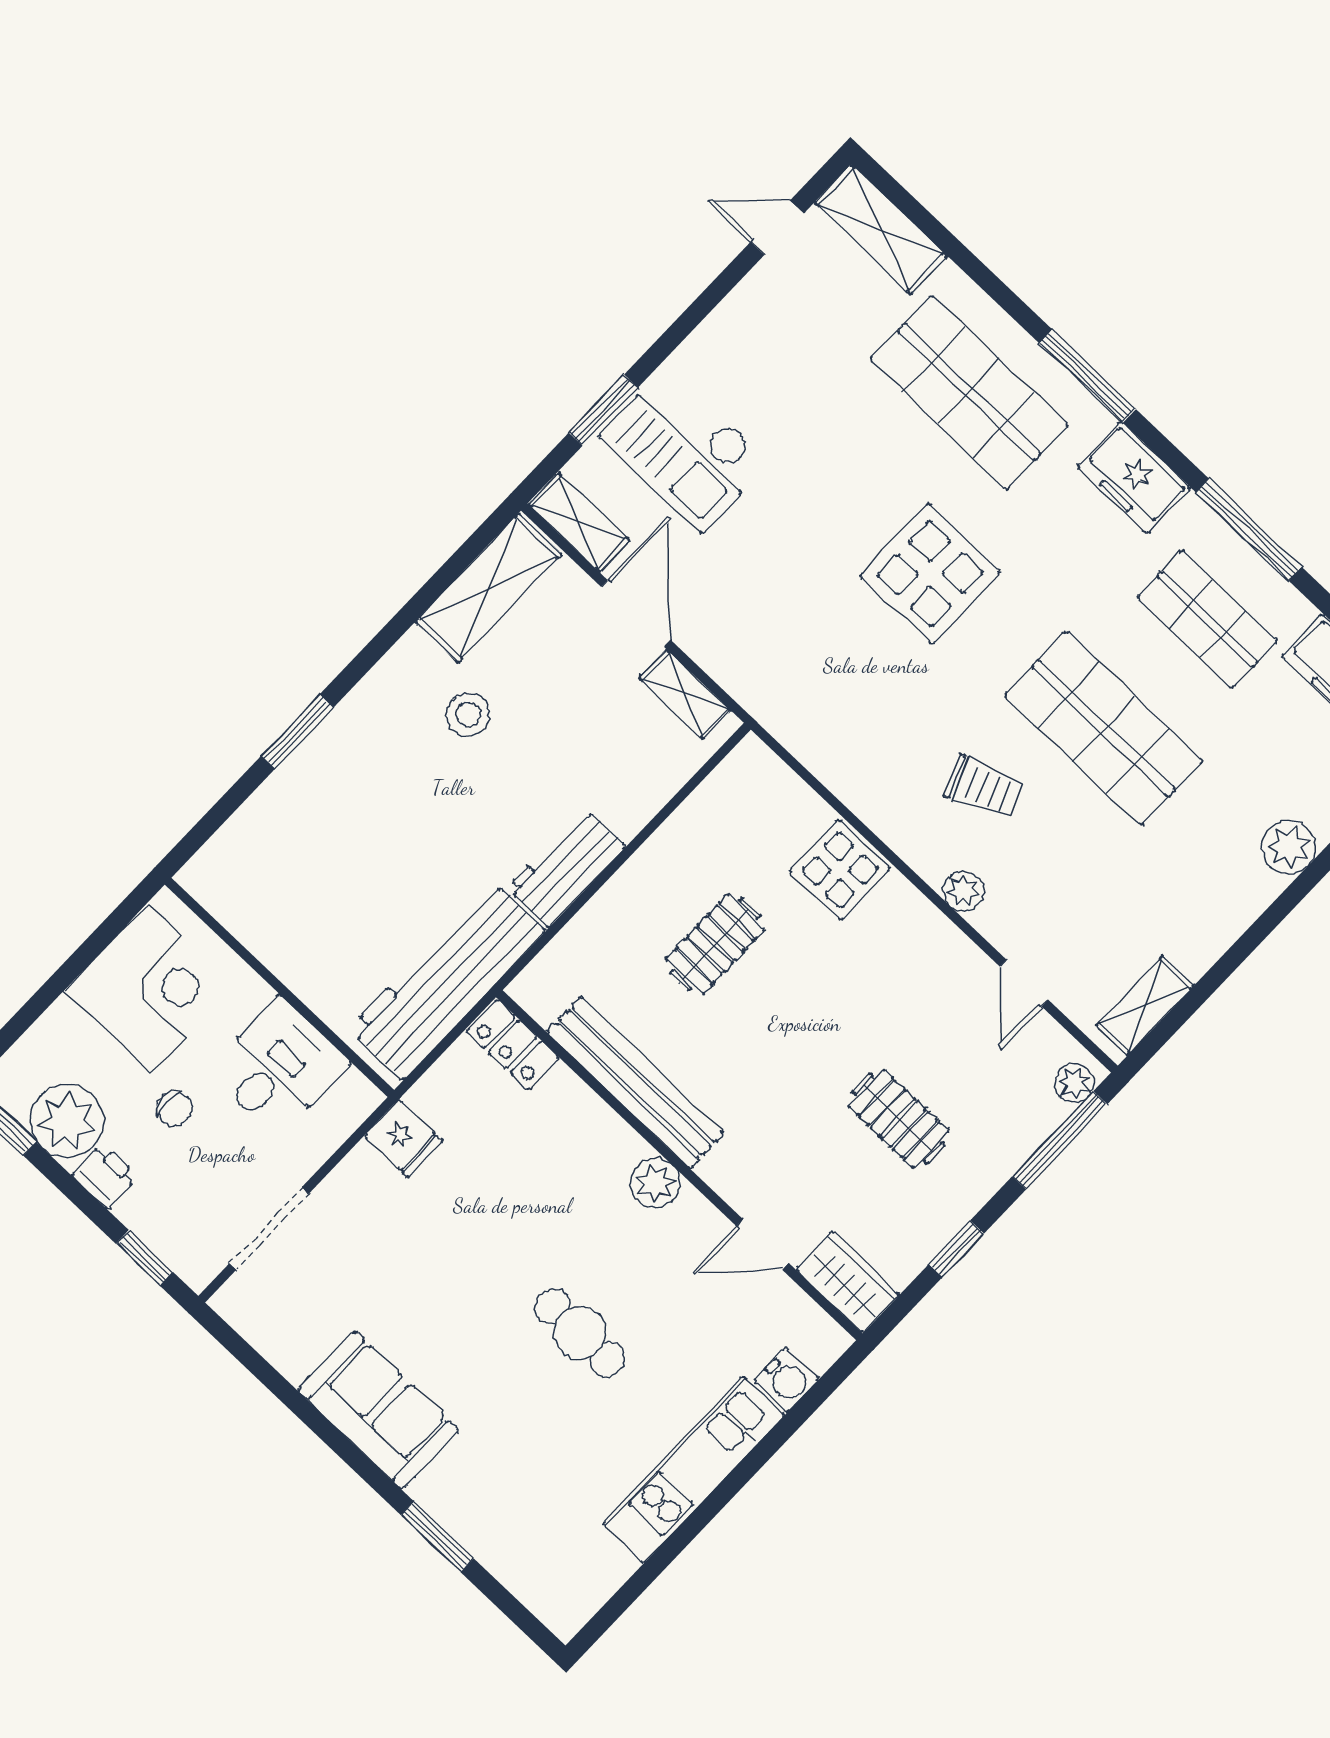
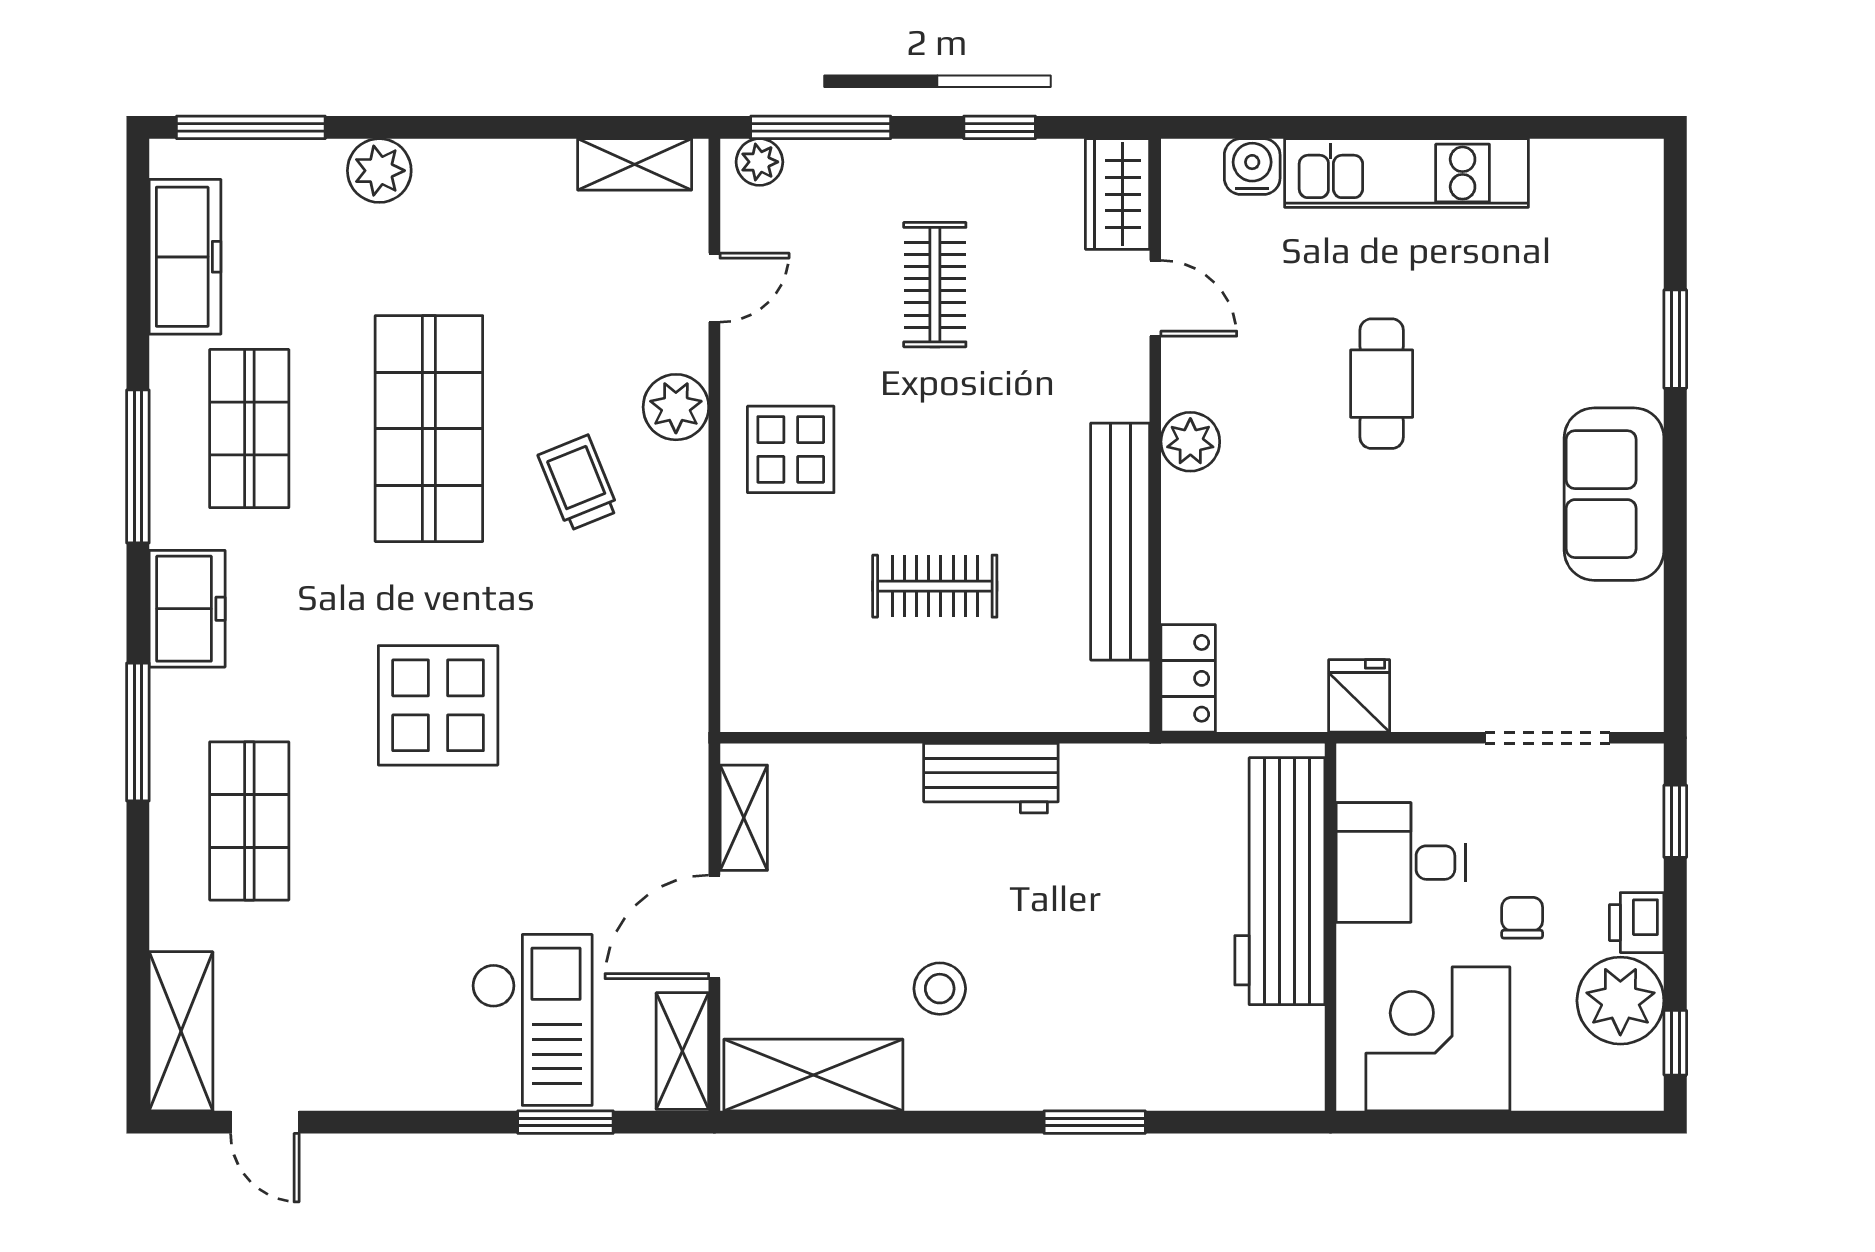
shop shelf: (969, 392) -> (249, 821), width x0.70, depth x0.74
display table: (840, 870) -> (791, 449), moved
plant: (963, 891) -> (676, 407), width x1.38, depth x1.38
workbench: (447, 980) -> (1280, 881), moved, turned 90

